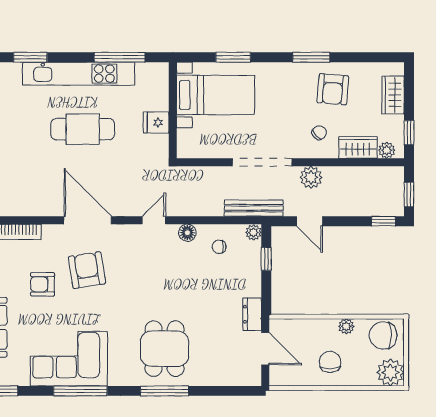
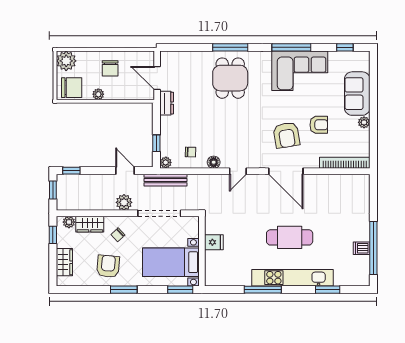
bed with nightstands: (215, 95) -> (171, 262), moved
wall: (173, 110) -> (202, 251), moved
fridge: (156, 122) -> (214, 242), moved

